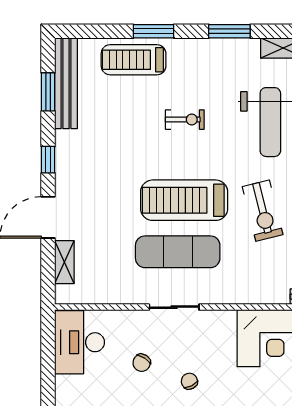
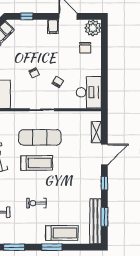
treadmill: (184, 200) -> (37, 163), width x0.73, depth x0.73

